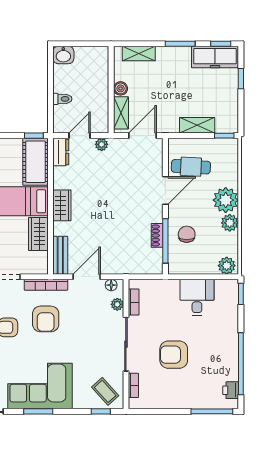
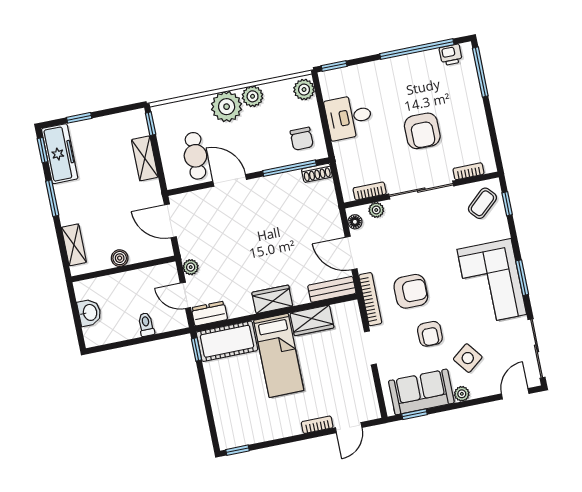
washbasin: (63, 55) -> (89, 313), moved
shelving: (121, 113) -> (149, 252), removed
chair: (187, 234) -> (302, 139), moved, turned -90
shoe rack: (157, 235) -> (317, 173), moved

